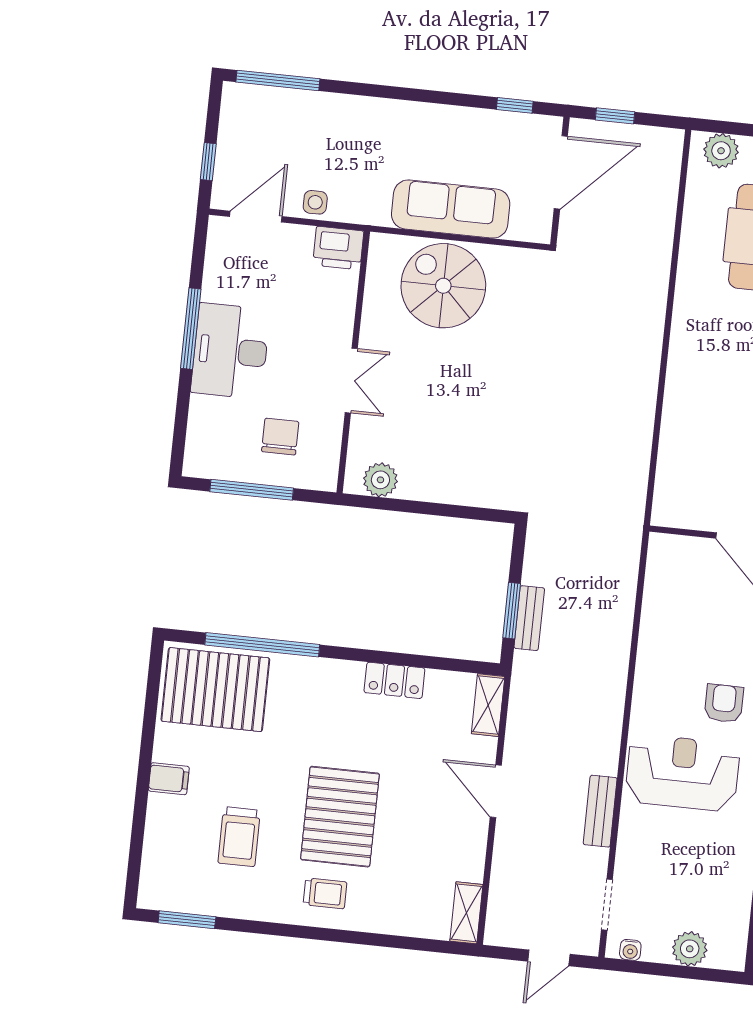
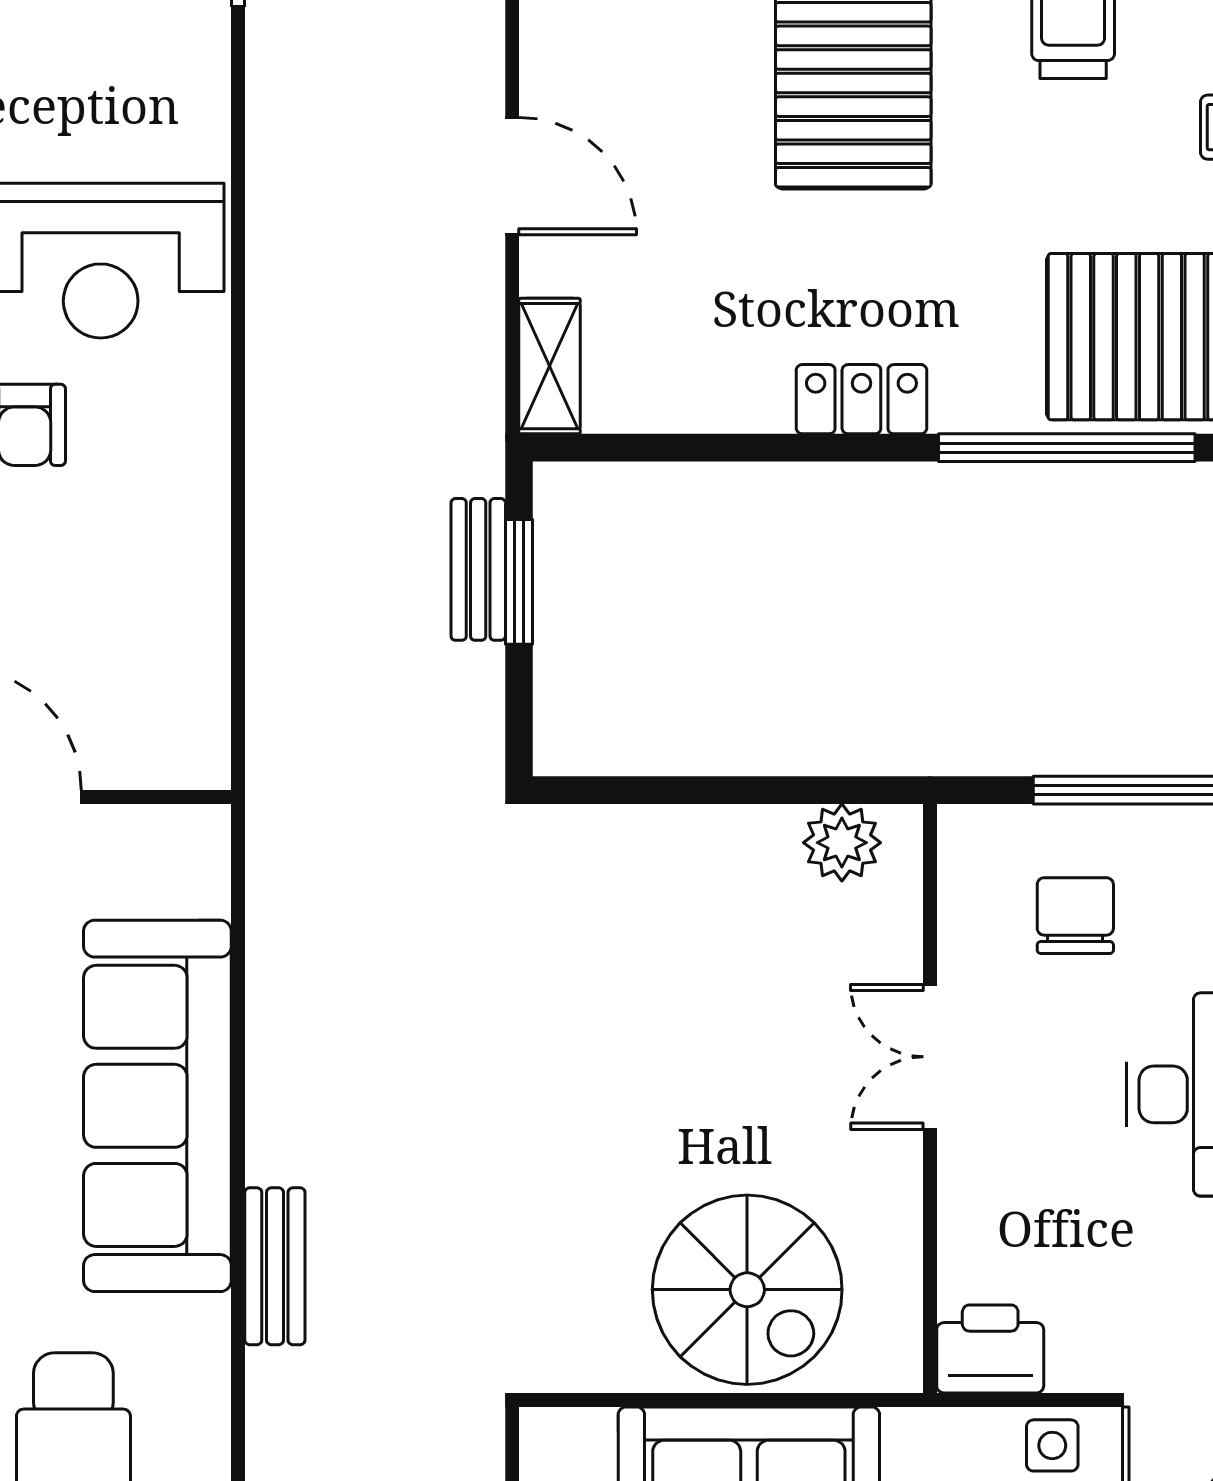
sofa: (697, 395) -> (157, 1106), added
chair: (280, 437) -> (1075, 916), turned 180
locker: (394, 680) -> (861, 399), moved
bench: (600, 811) -> (275, 1266), moved

